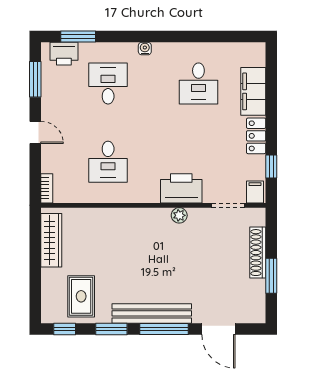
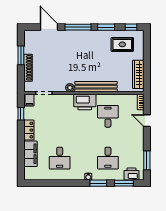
window: (126, 36) -> (98, 183), added
desk: (198, 83) -> (60, 158), turned 180
door: (35, 132) -> (147, 121), moved
printer: (181, 188) -> (85, 102), moved
rug: (81, 296) -> (122, 44), turned 90
bench: (152, 313) -> (96, 87), moved

